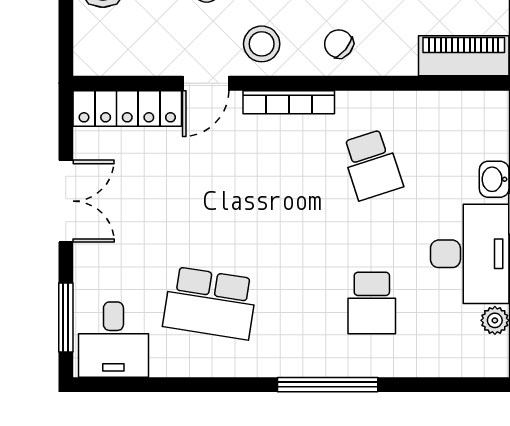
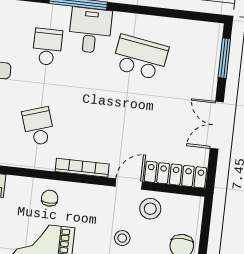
stool: (262, 44) -> (150, 209), moved
chair: (339, 44) -> (50, 198), turned -130
desk: (113, 340) -> (90, 30), moved

